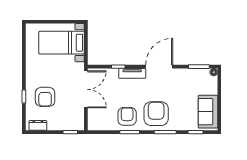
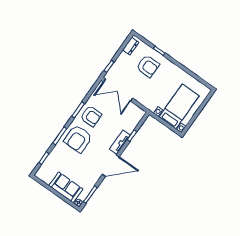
door: (159, 67) -> (111, 166), hinge flipped
double door: (86, 89) -> (118, 90), moved
armchair: (45, 97) -> (148, 66), turned 180
sofa: (208, 112) -> (66, 187), moved
armchair: (156, 114) -> (78, 139), turned 90

